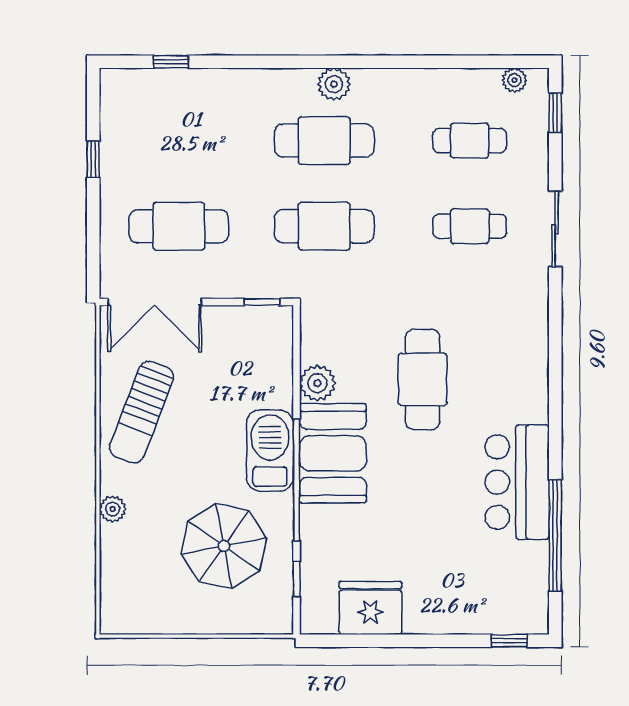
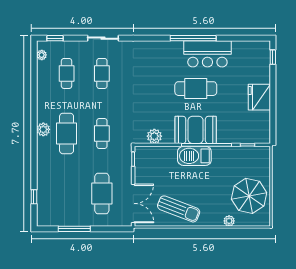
window: (93, 159) -> (74, 229), width x2.17
cafe table: (324, 226) -> (102, 133), width x0.73, depth x0.74
cafe table: (423, 379) -> (196, 89), moved
plant: (318, 383) -> (154, 136), moved
plant: (113, 509) -> (229, 221), moved
window: (555, 536) -> (193, 38), moved
parasol: (224, 546) -> (249, 196), moved
fridge: (370, 608) -> (259, 97), moved

